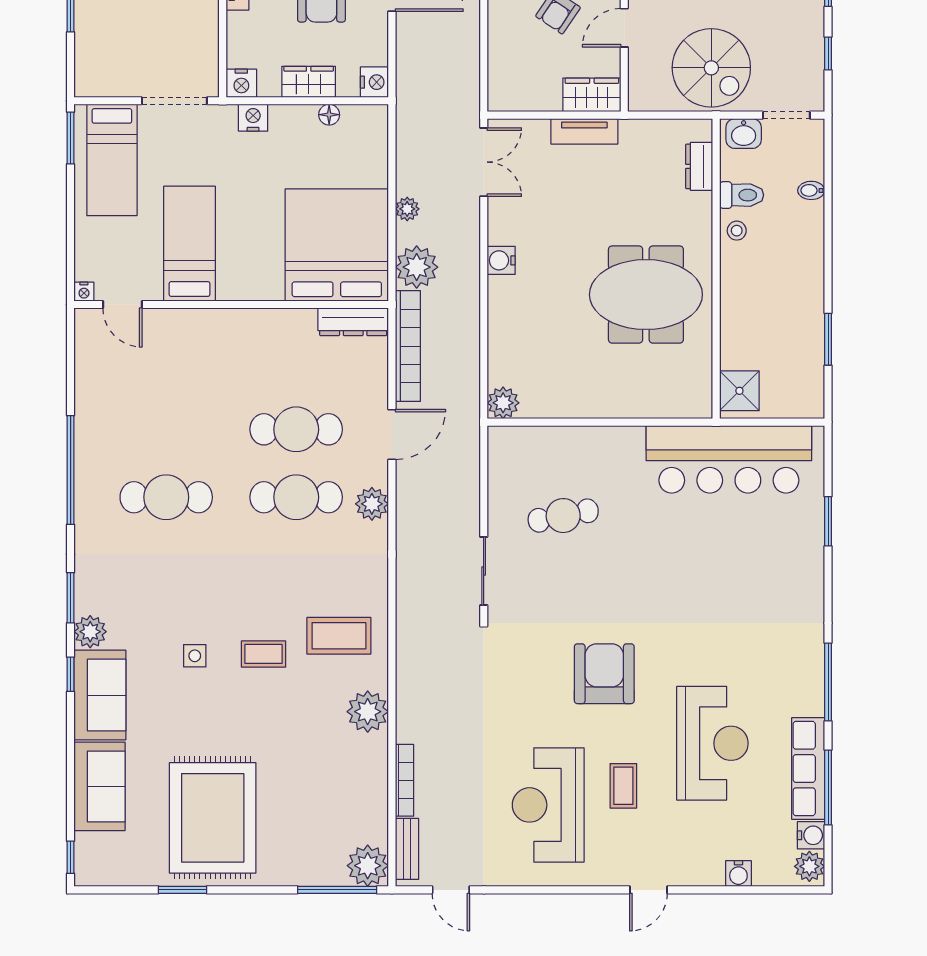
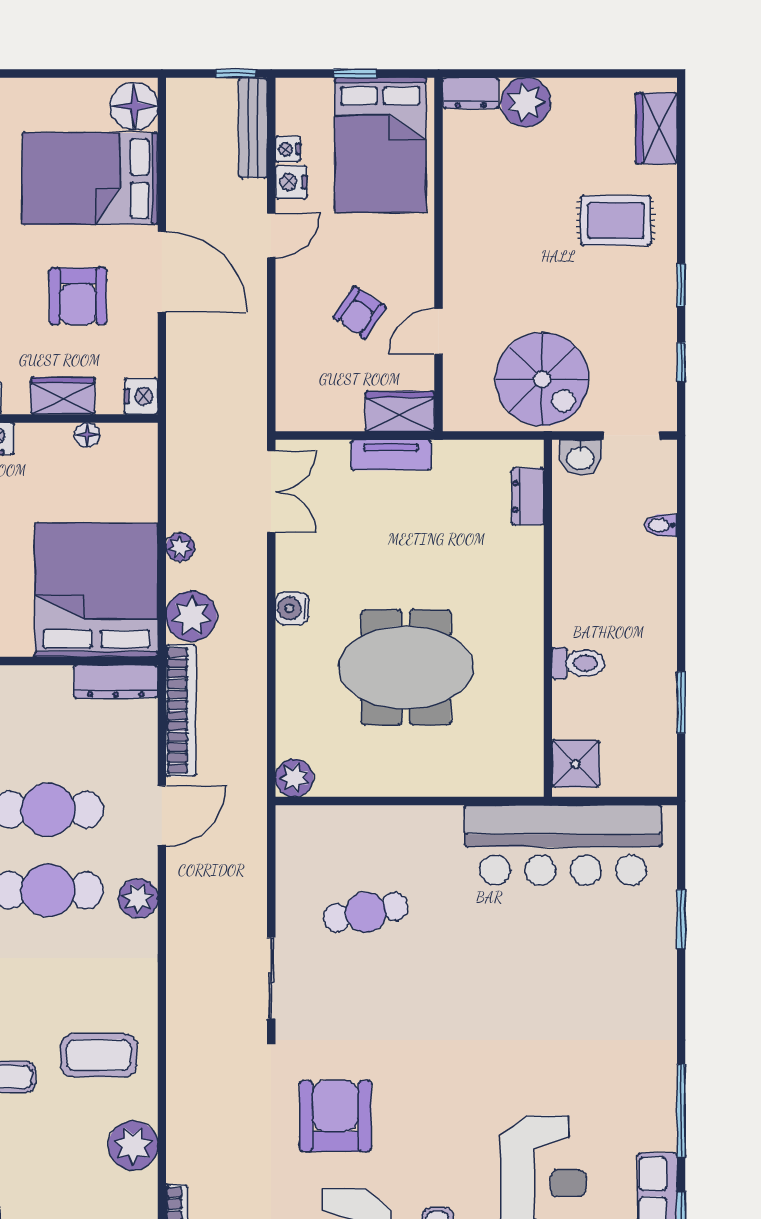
toilet: (742, 195) -> (578, 663), moved
stool: (737, 231) -> (572, 573), removed
meeting table: (646, 295) -> (406, 667), moved
armchair: (604, 674) -> (335, 1116), moved

